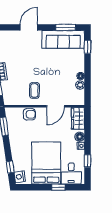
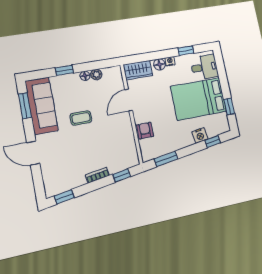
window: (87, 47) -> (64, 70), moved
coffee table: (34, 90) -> (81, 118), moved
door: (56, 106) -> (129, 100), swing flipped
nightstand: (20, 177) -> (200, 135), moved
window: (58, 187) -> (229, 106), moved

